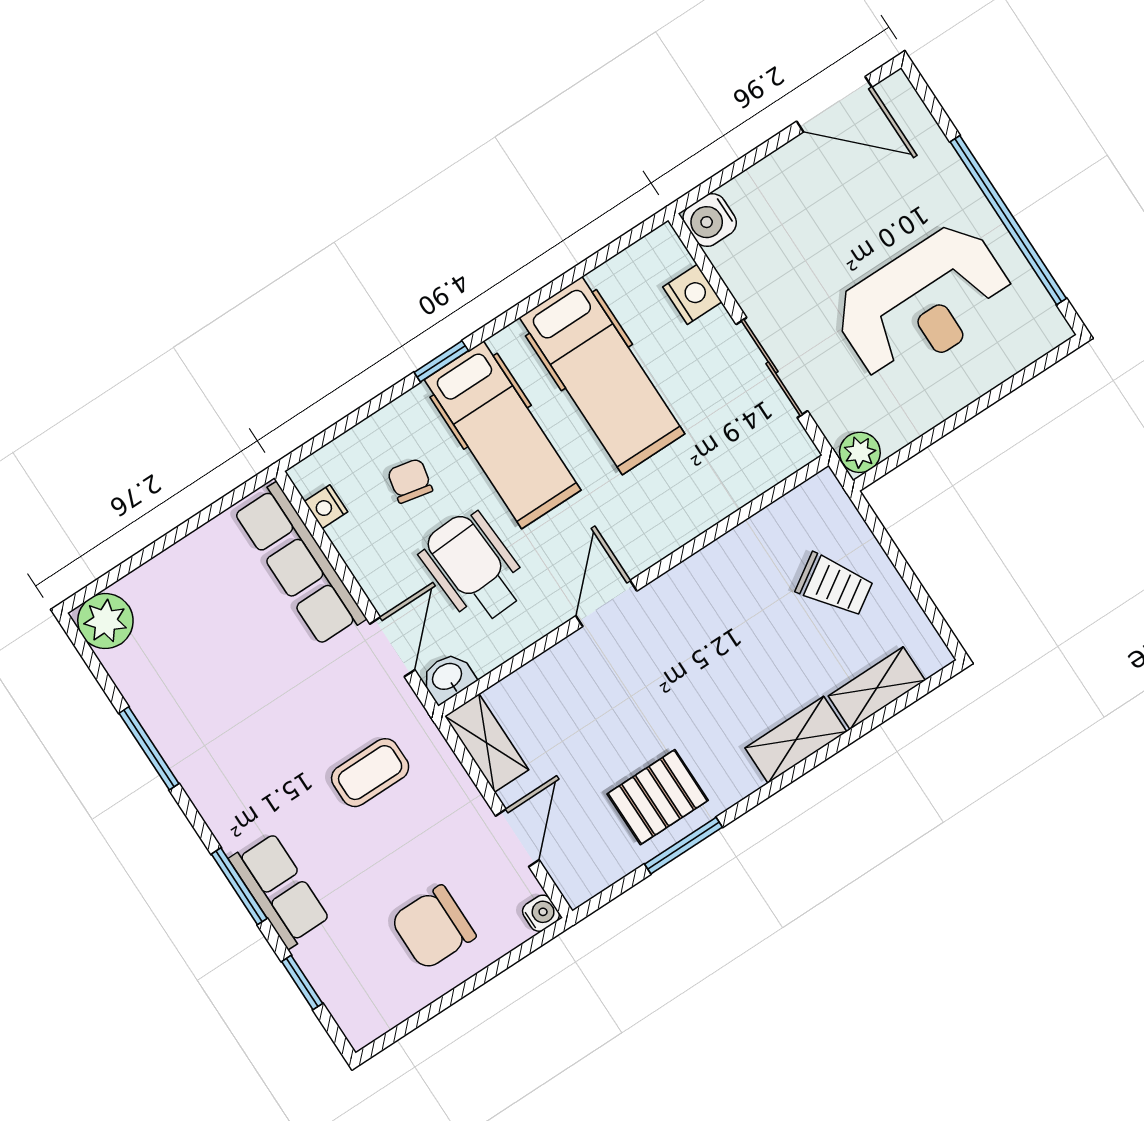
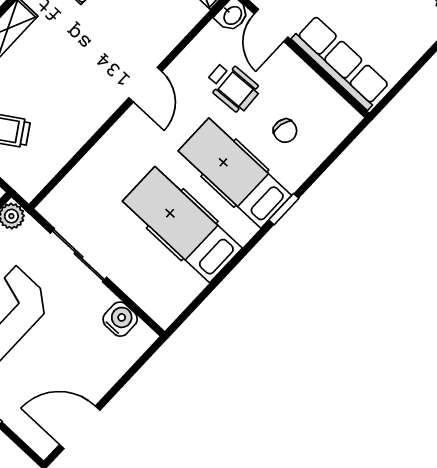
water cooler: (710, 220) -> (120, 319), moved
nightstand: (692, 294) -> (139, 288), removed
nightstand: (326, 507) -> (333, 102), removed
wheelchair: (474, 568) -> (233, 87), width x0.73, depth x0.73

